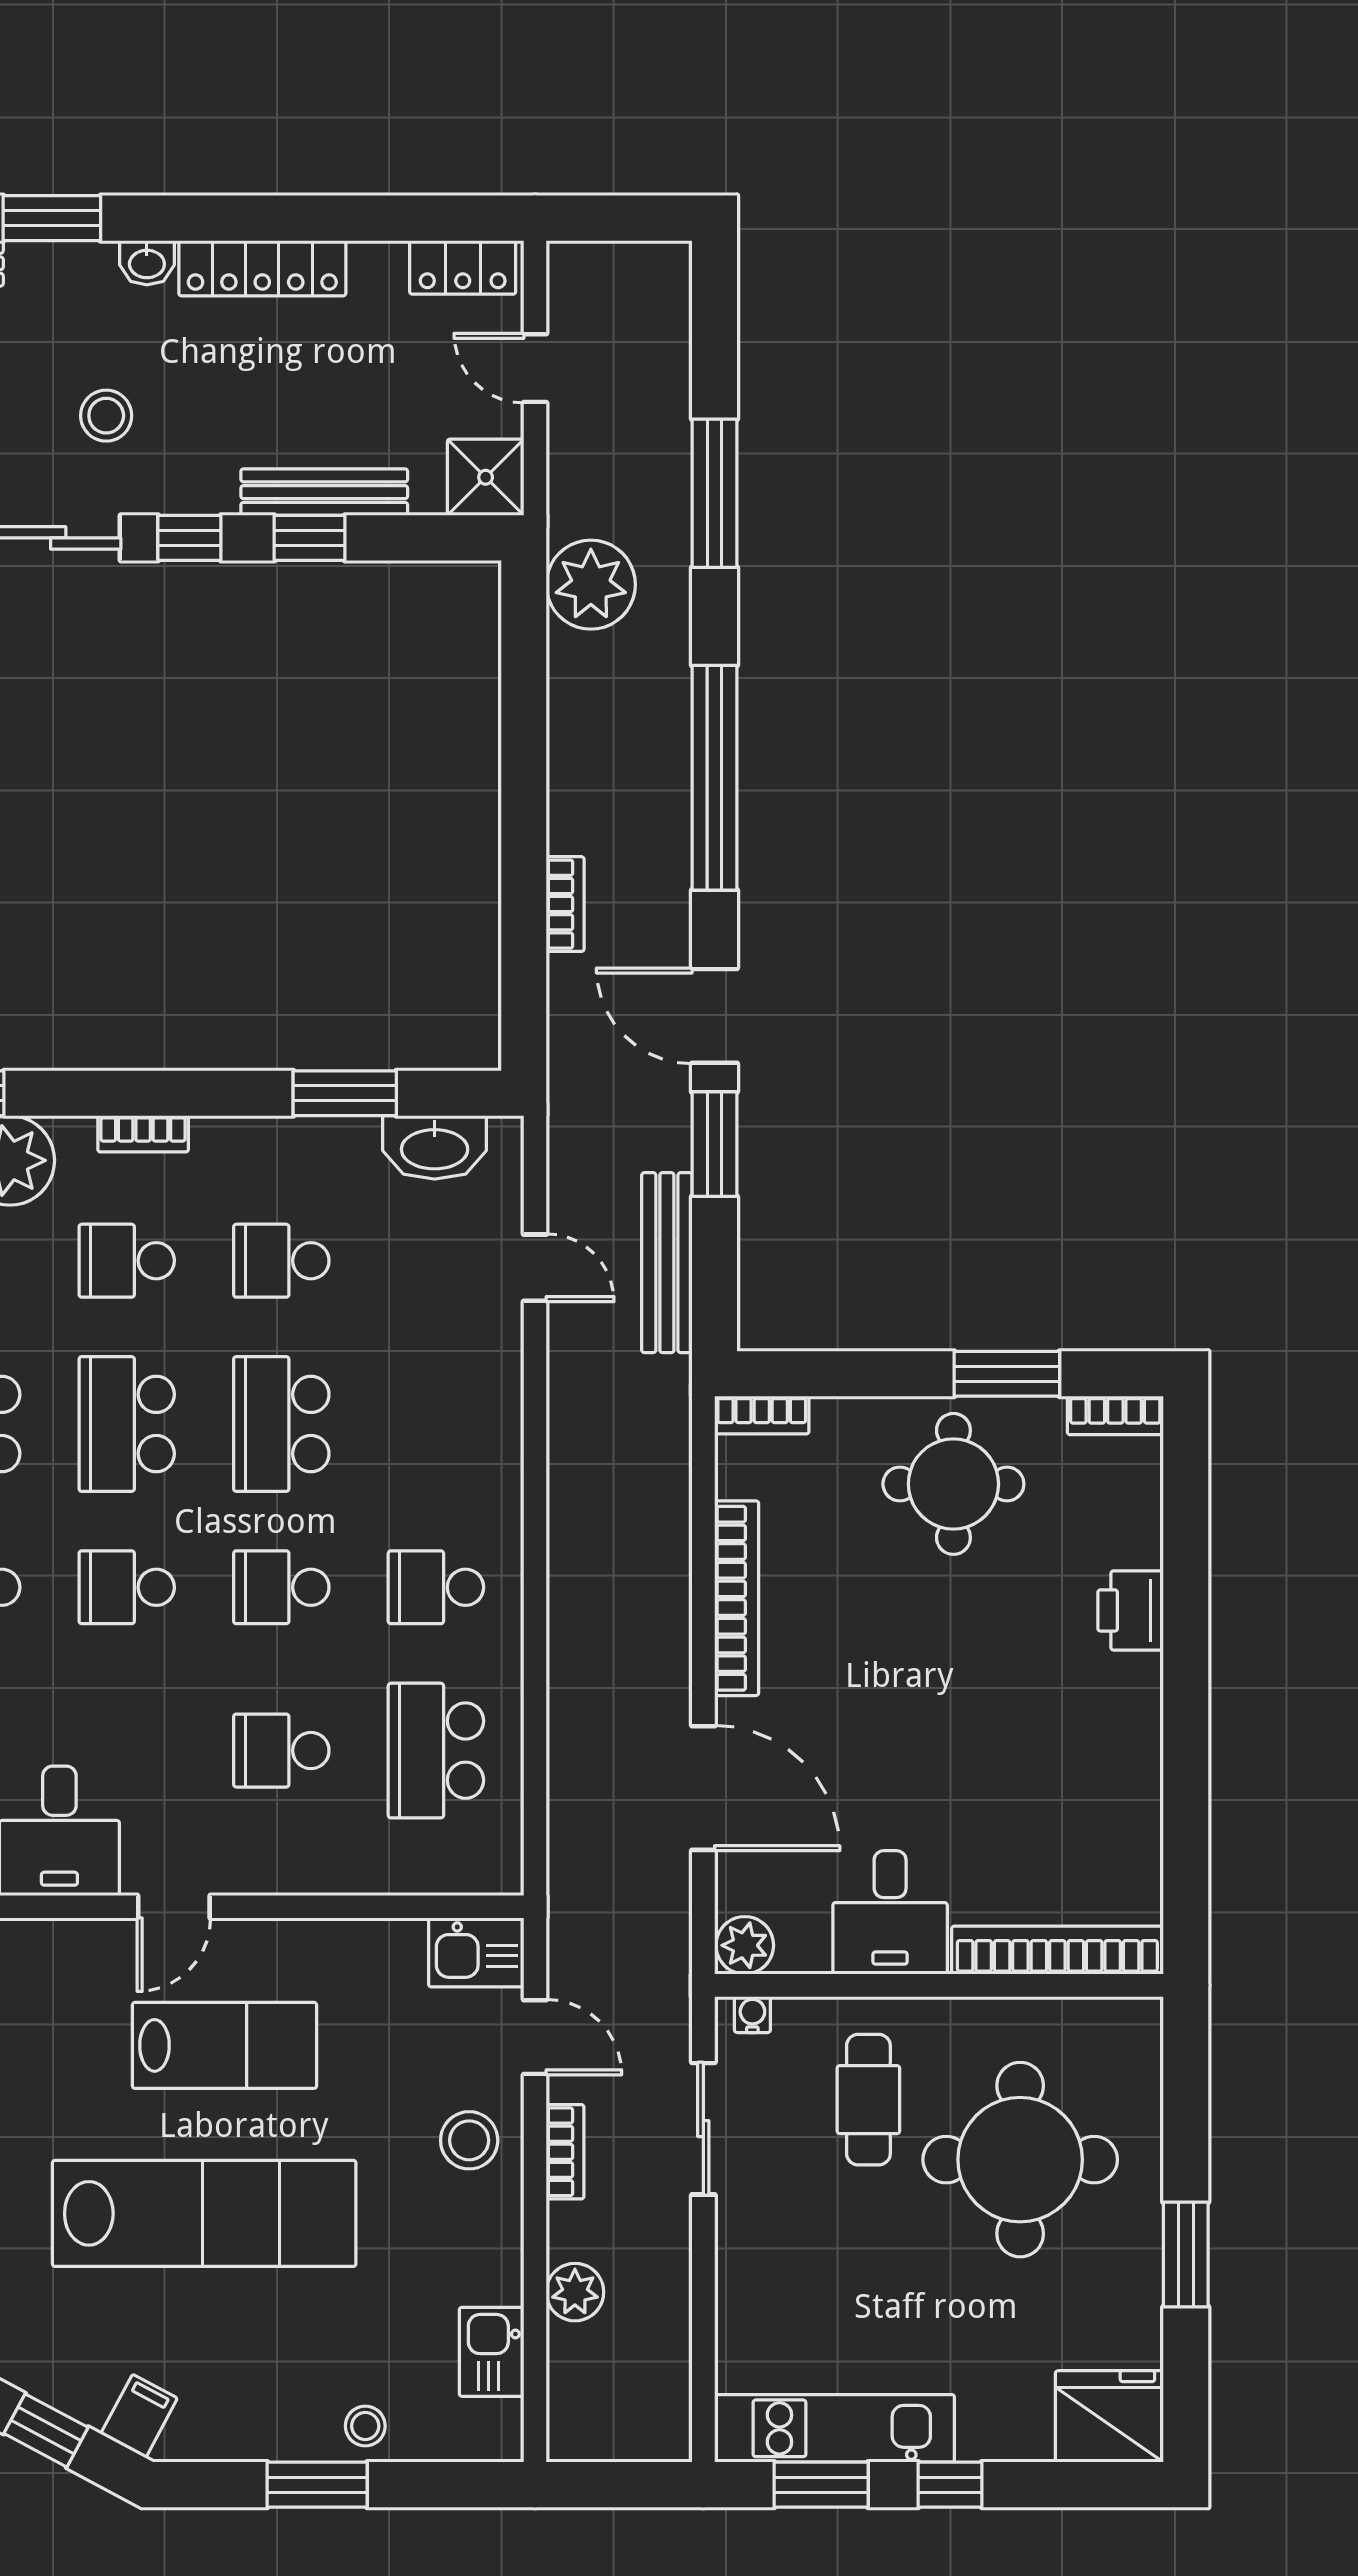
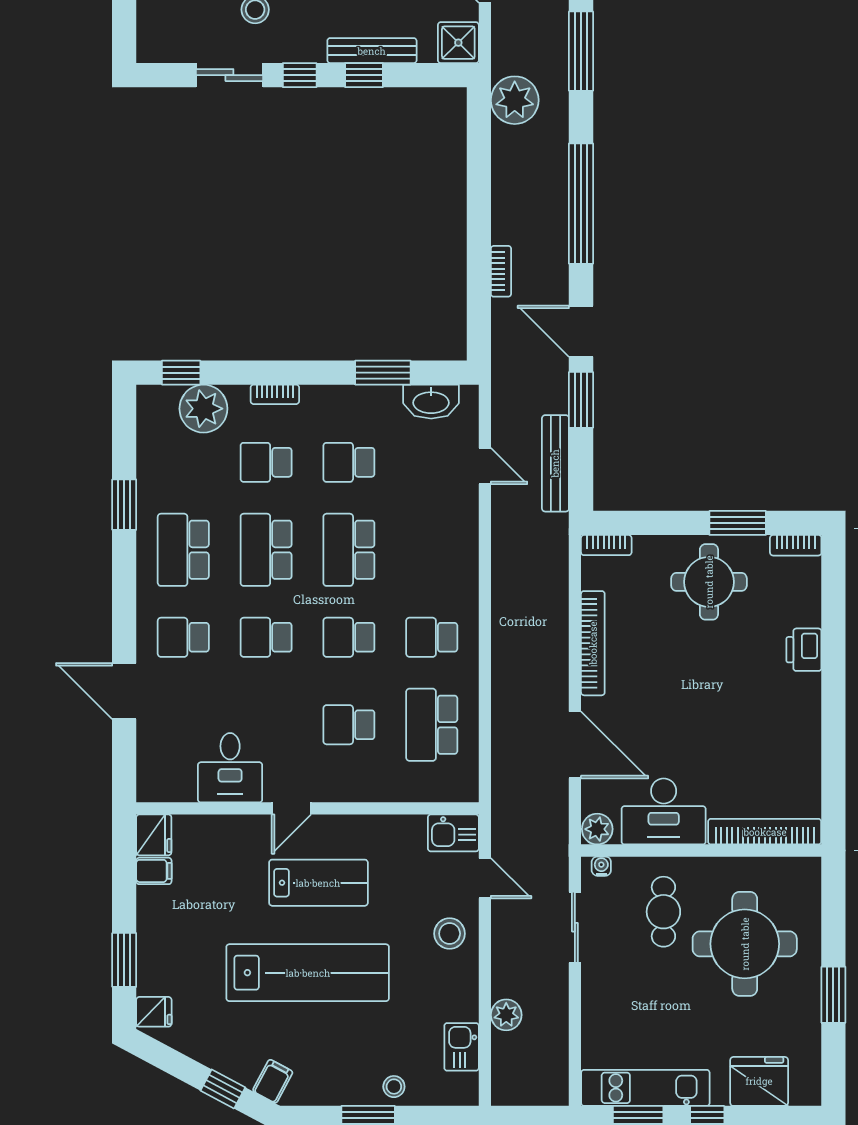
desk: (890, 1912) -> (664, 811), width x1.37
bookcase: (565, 2152) -> (501, 940), removed
fridge: (1109, 2416) -> (759, 1081), moved

